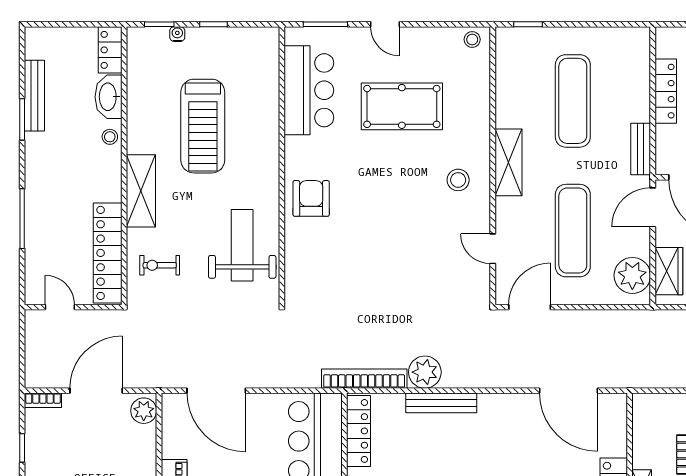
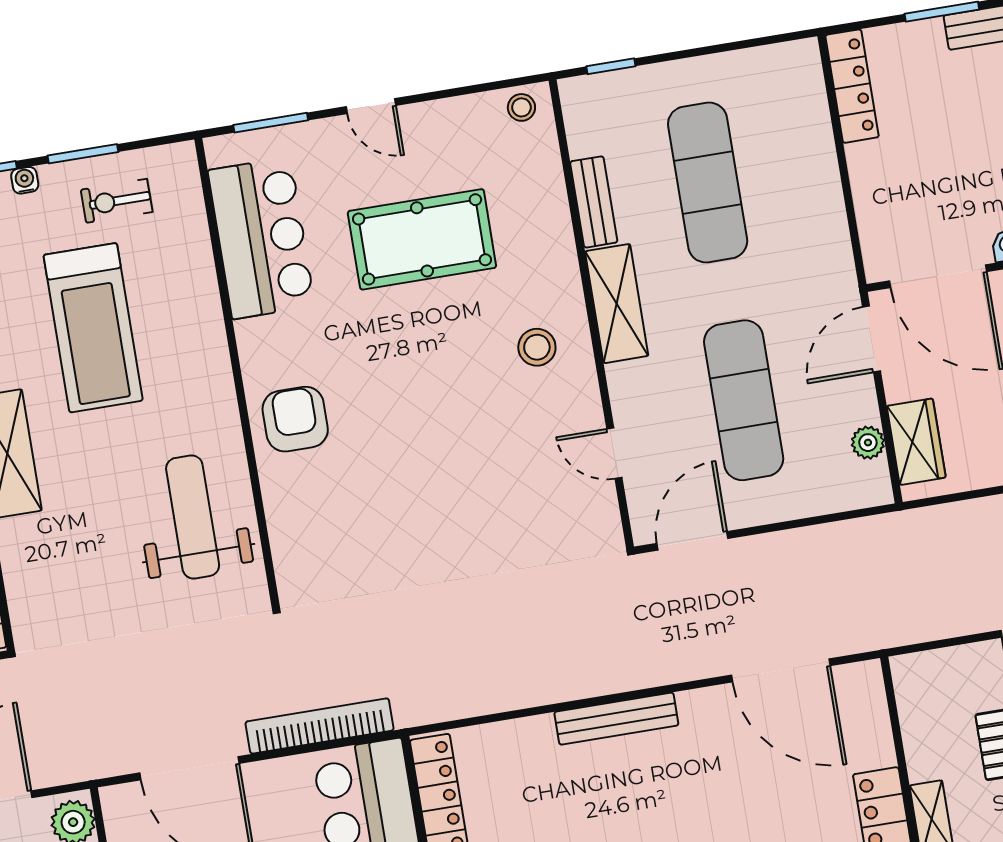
window: (214, 24) -> (83, 154), width x1.50
locker: (666, 91) -> (852, 86), moved
bench: (641, 149) -> (594, 202), moved
exercise bike: (160, 265) -> (117, 201), moved
plant: (632, 275) -> (868, 443), width x0.53, depth x0.53
plant: (425, 372) -> (534, 679), removed
bookcase: (364, 379) -> (320, 726), moved
bench: (441, 403) -> (616, 719), moved

